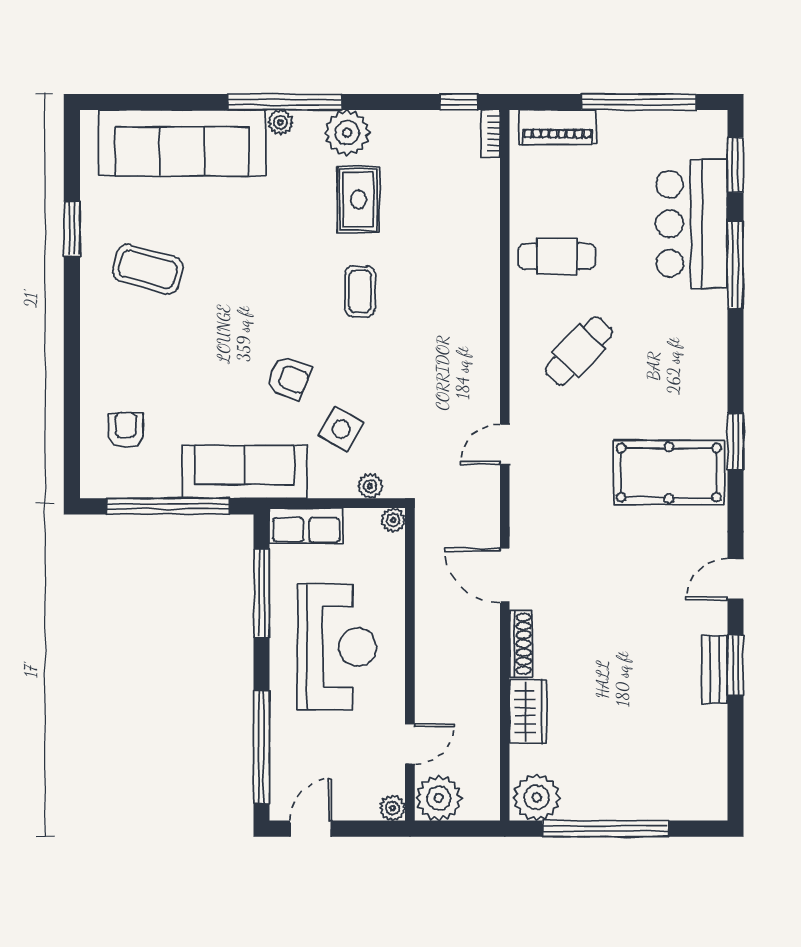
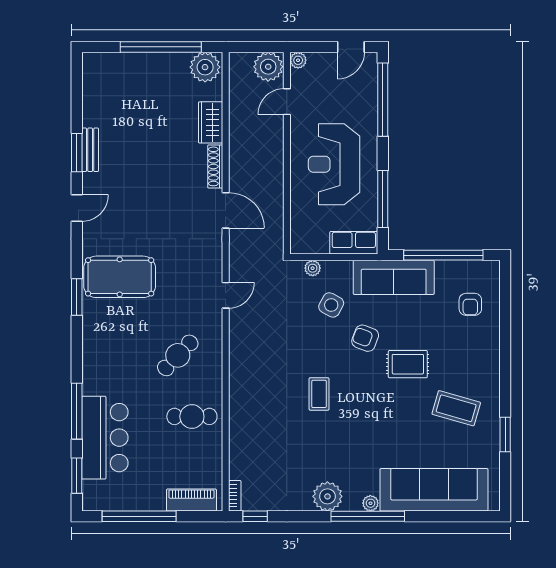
rug: (358, 200) -> (408, 364), moved, turned 90
plant: (393, 520) -> (298, 246), removed

